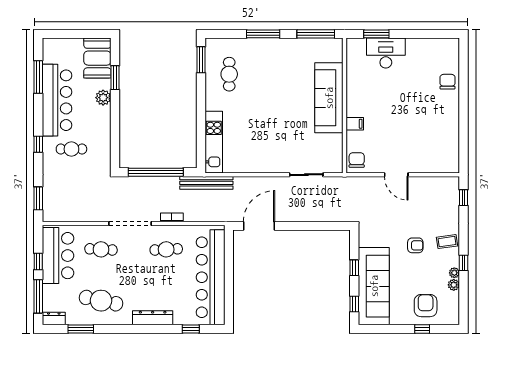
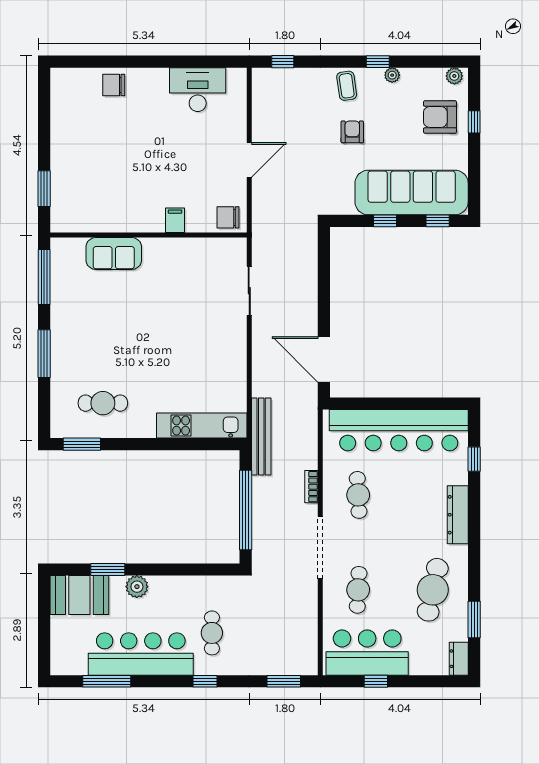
desk: (386, 53) -> (198, 90), moved, turned 90
sofa: (329, 98) -> (114, 253), width x0.54, depth x0.79
plant: (454, 285) -> (454, 76), moved
window: (38, 296) -> (427, 681), removed

